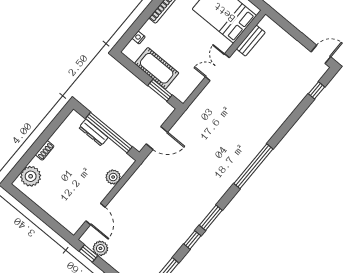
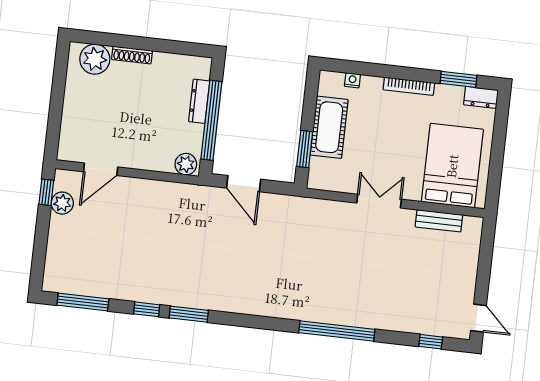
shoe rack: (45, 150) -> (132, 55), width x1.43
window: (253, 166) -> (337, 331), moved
plant: (113, 177) -> (186, 164), moved

